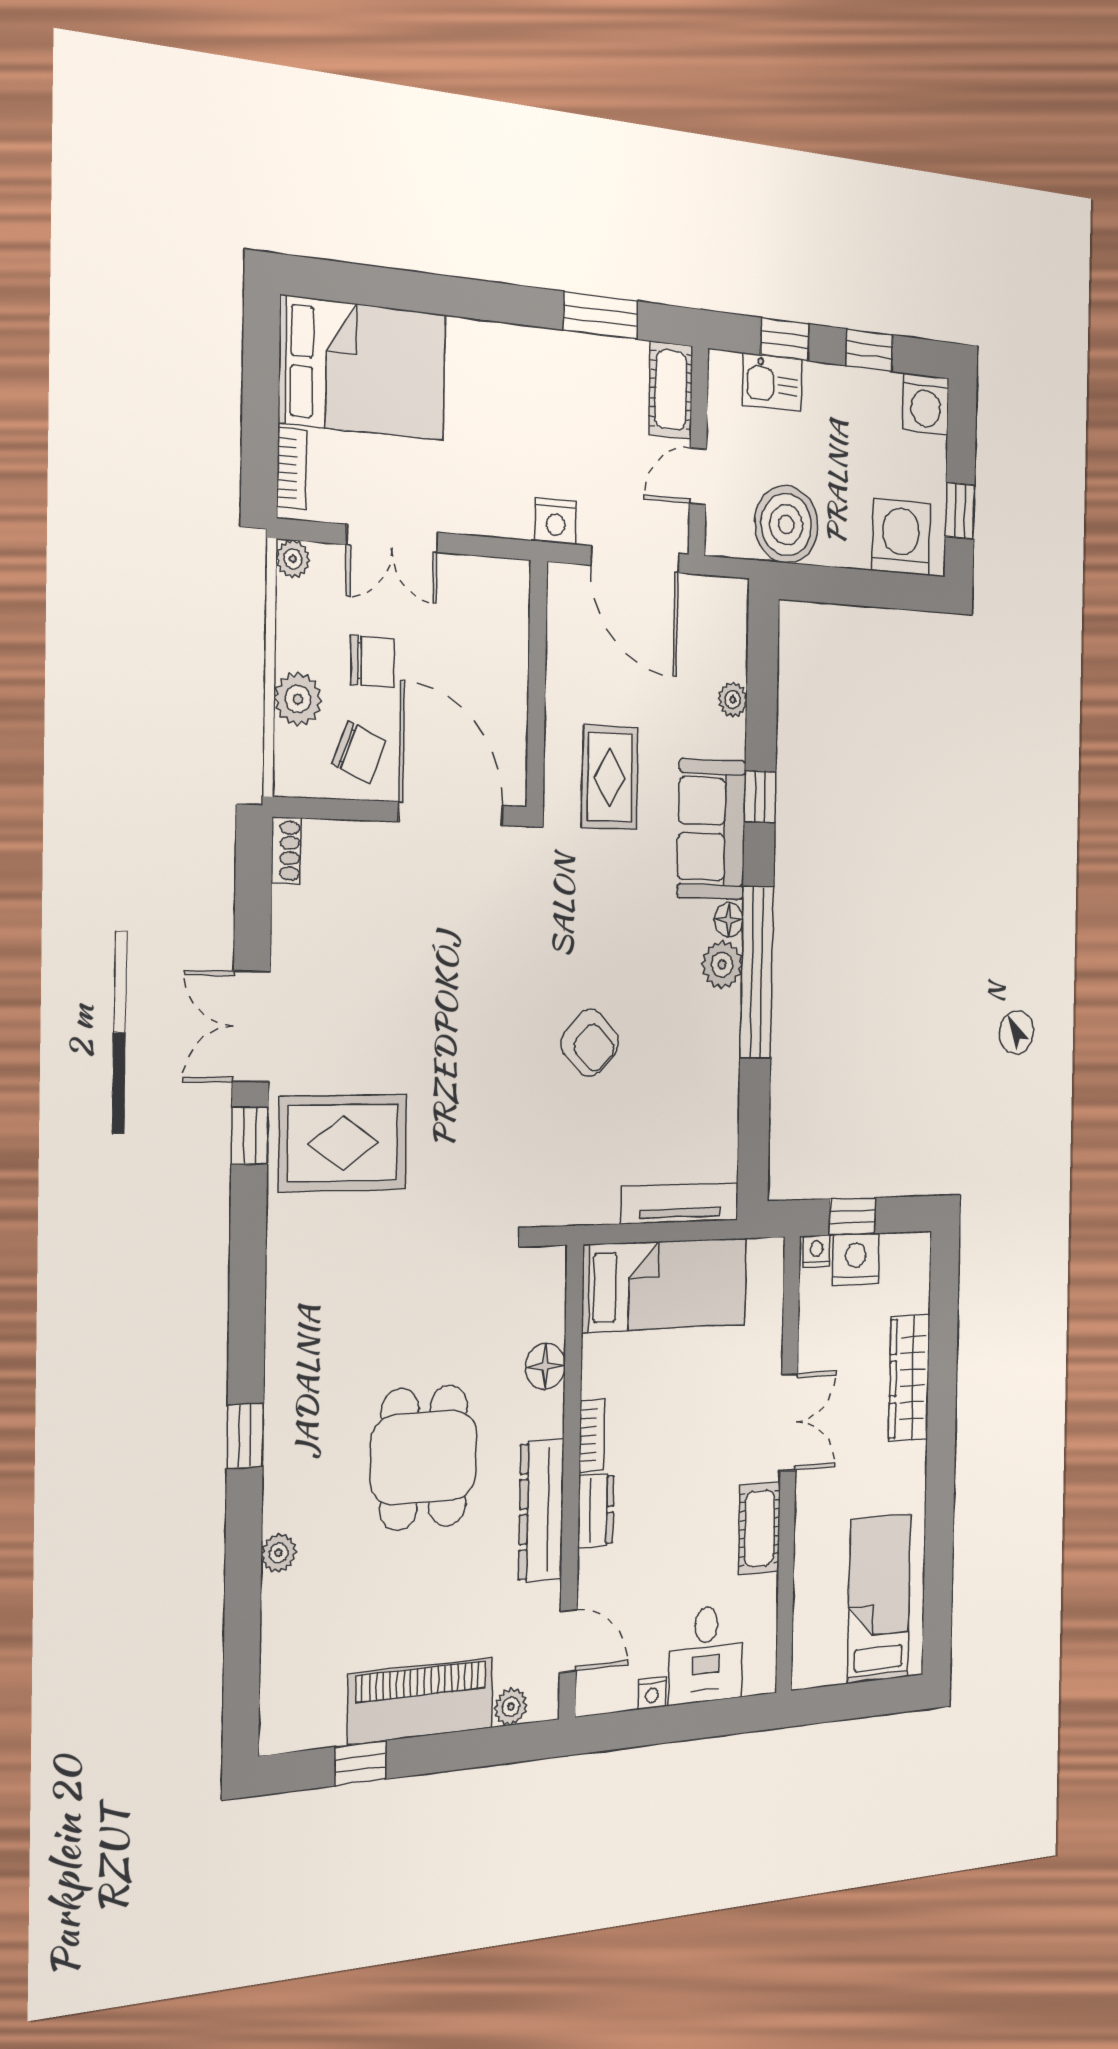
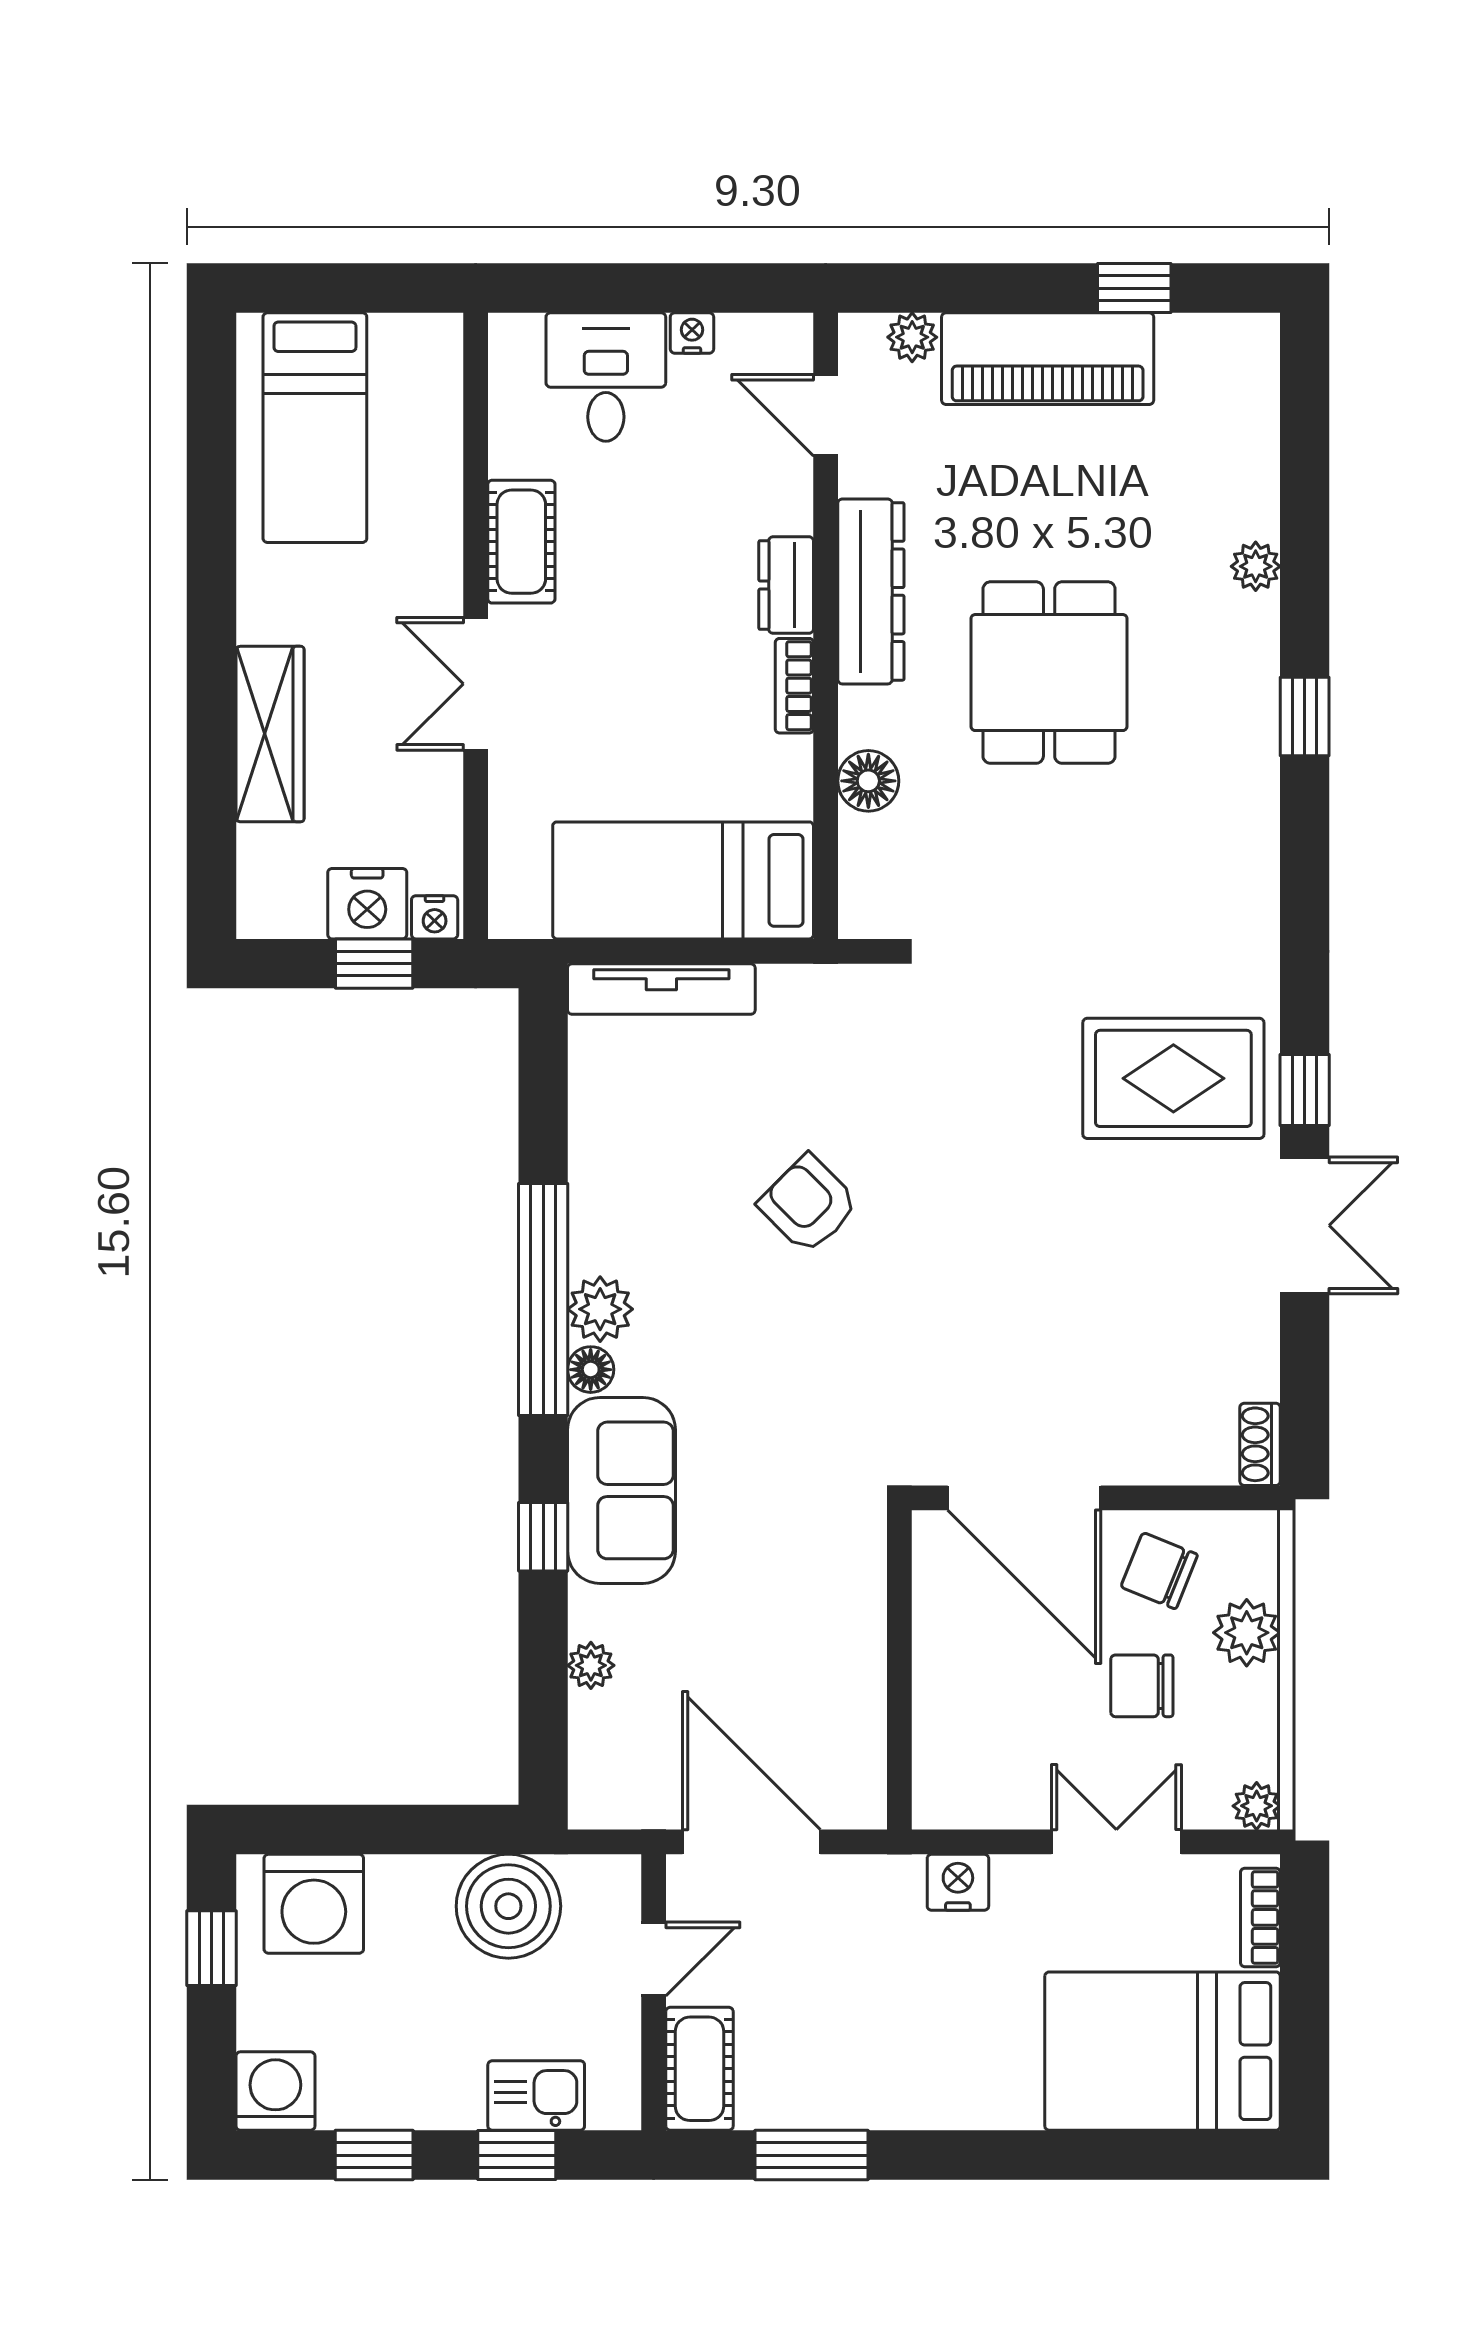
nightstand: (556, 521) -> (958, 1882), moved
rug: (610, 777) -> (785, 1553), removed

